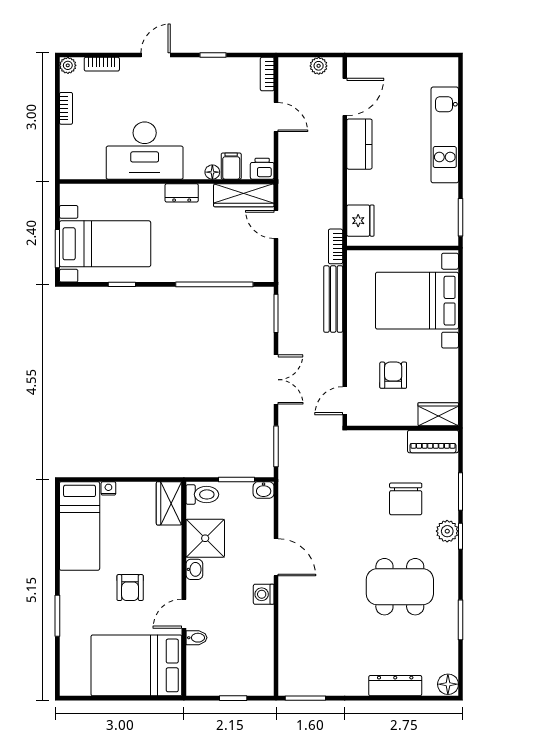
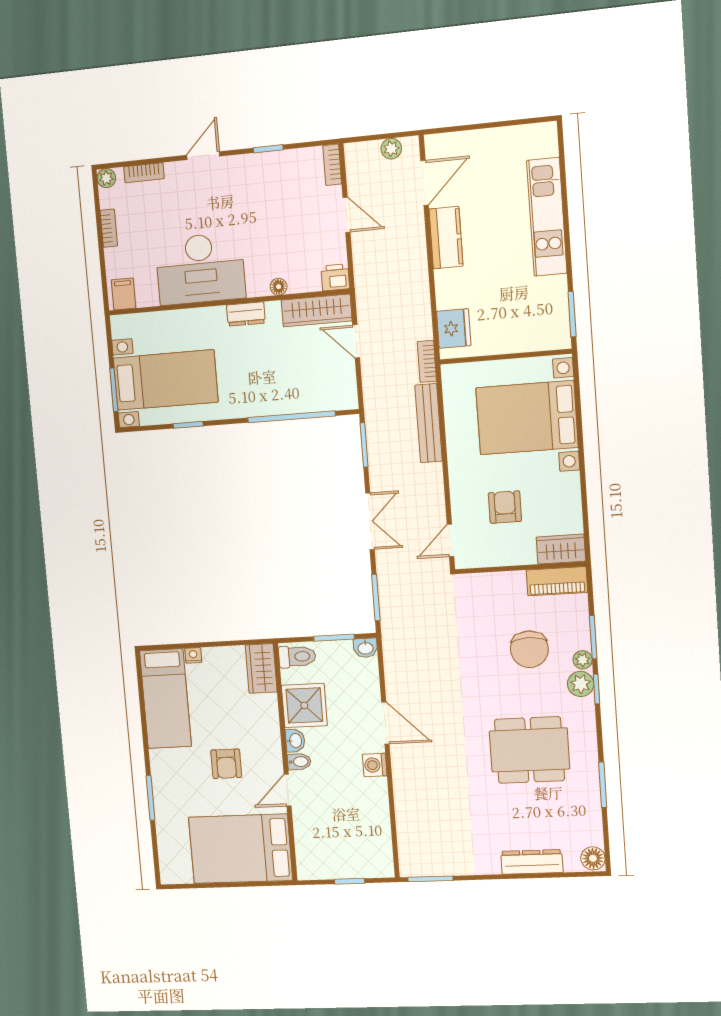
filing cabinet: (231, 166) -> (123, 294), moved
plant: (450, 510) -> (583, 660), added
bidet: (196, 638) -> (299, 762), moved

